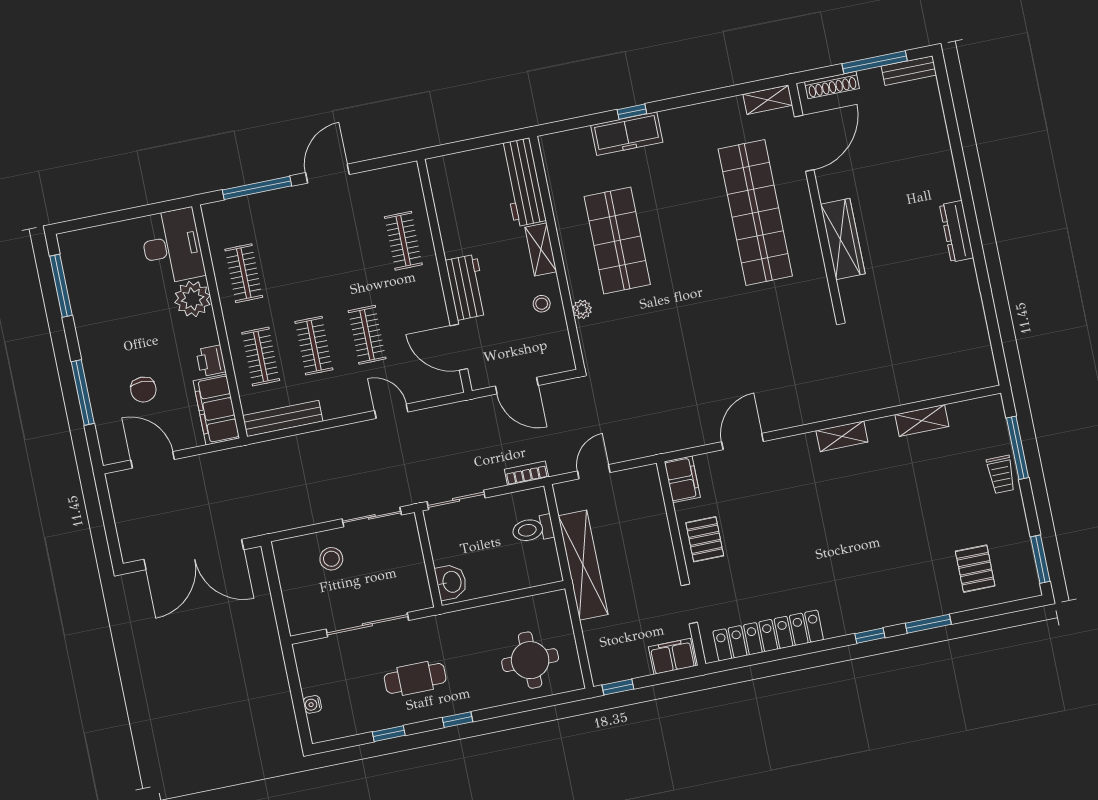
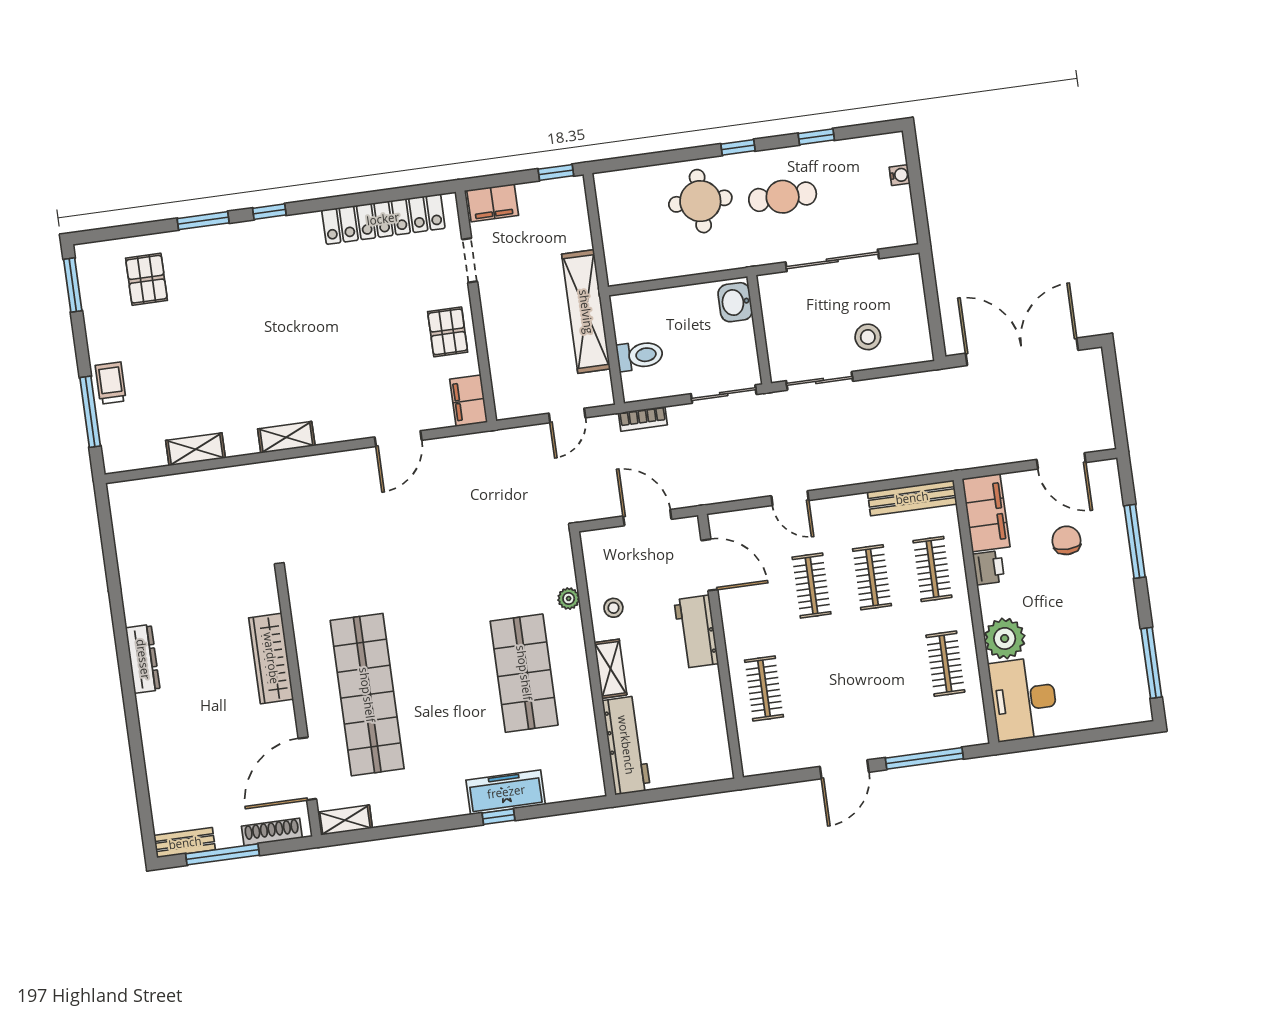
round table: (530, 660) -> (700, 201), moved

